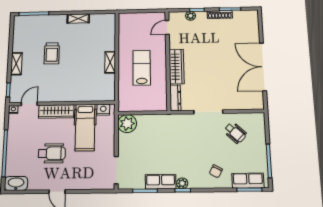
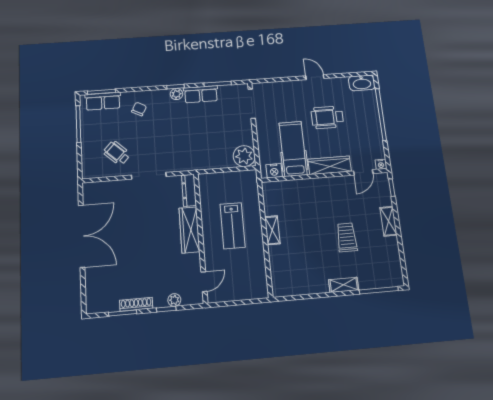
shelving: (78, 19) -> (344, 285), moved

